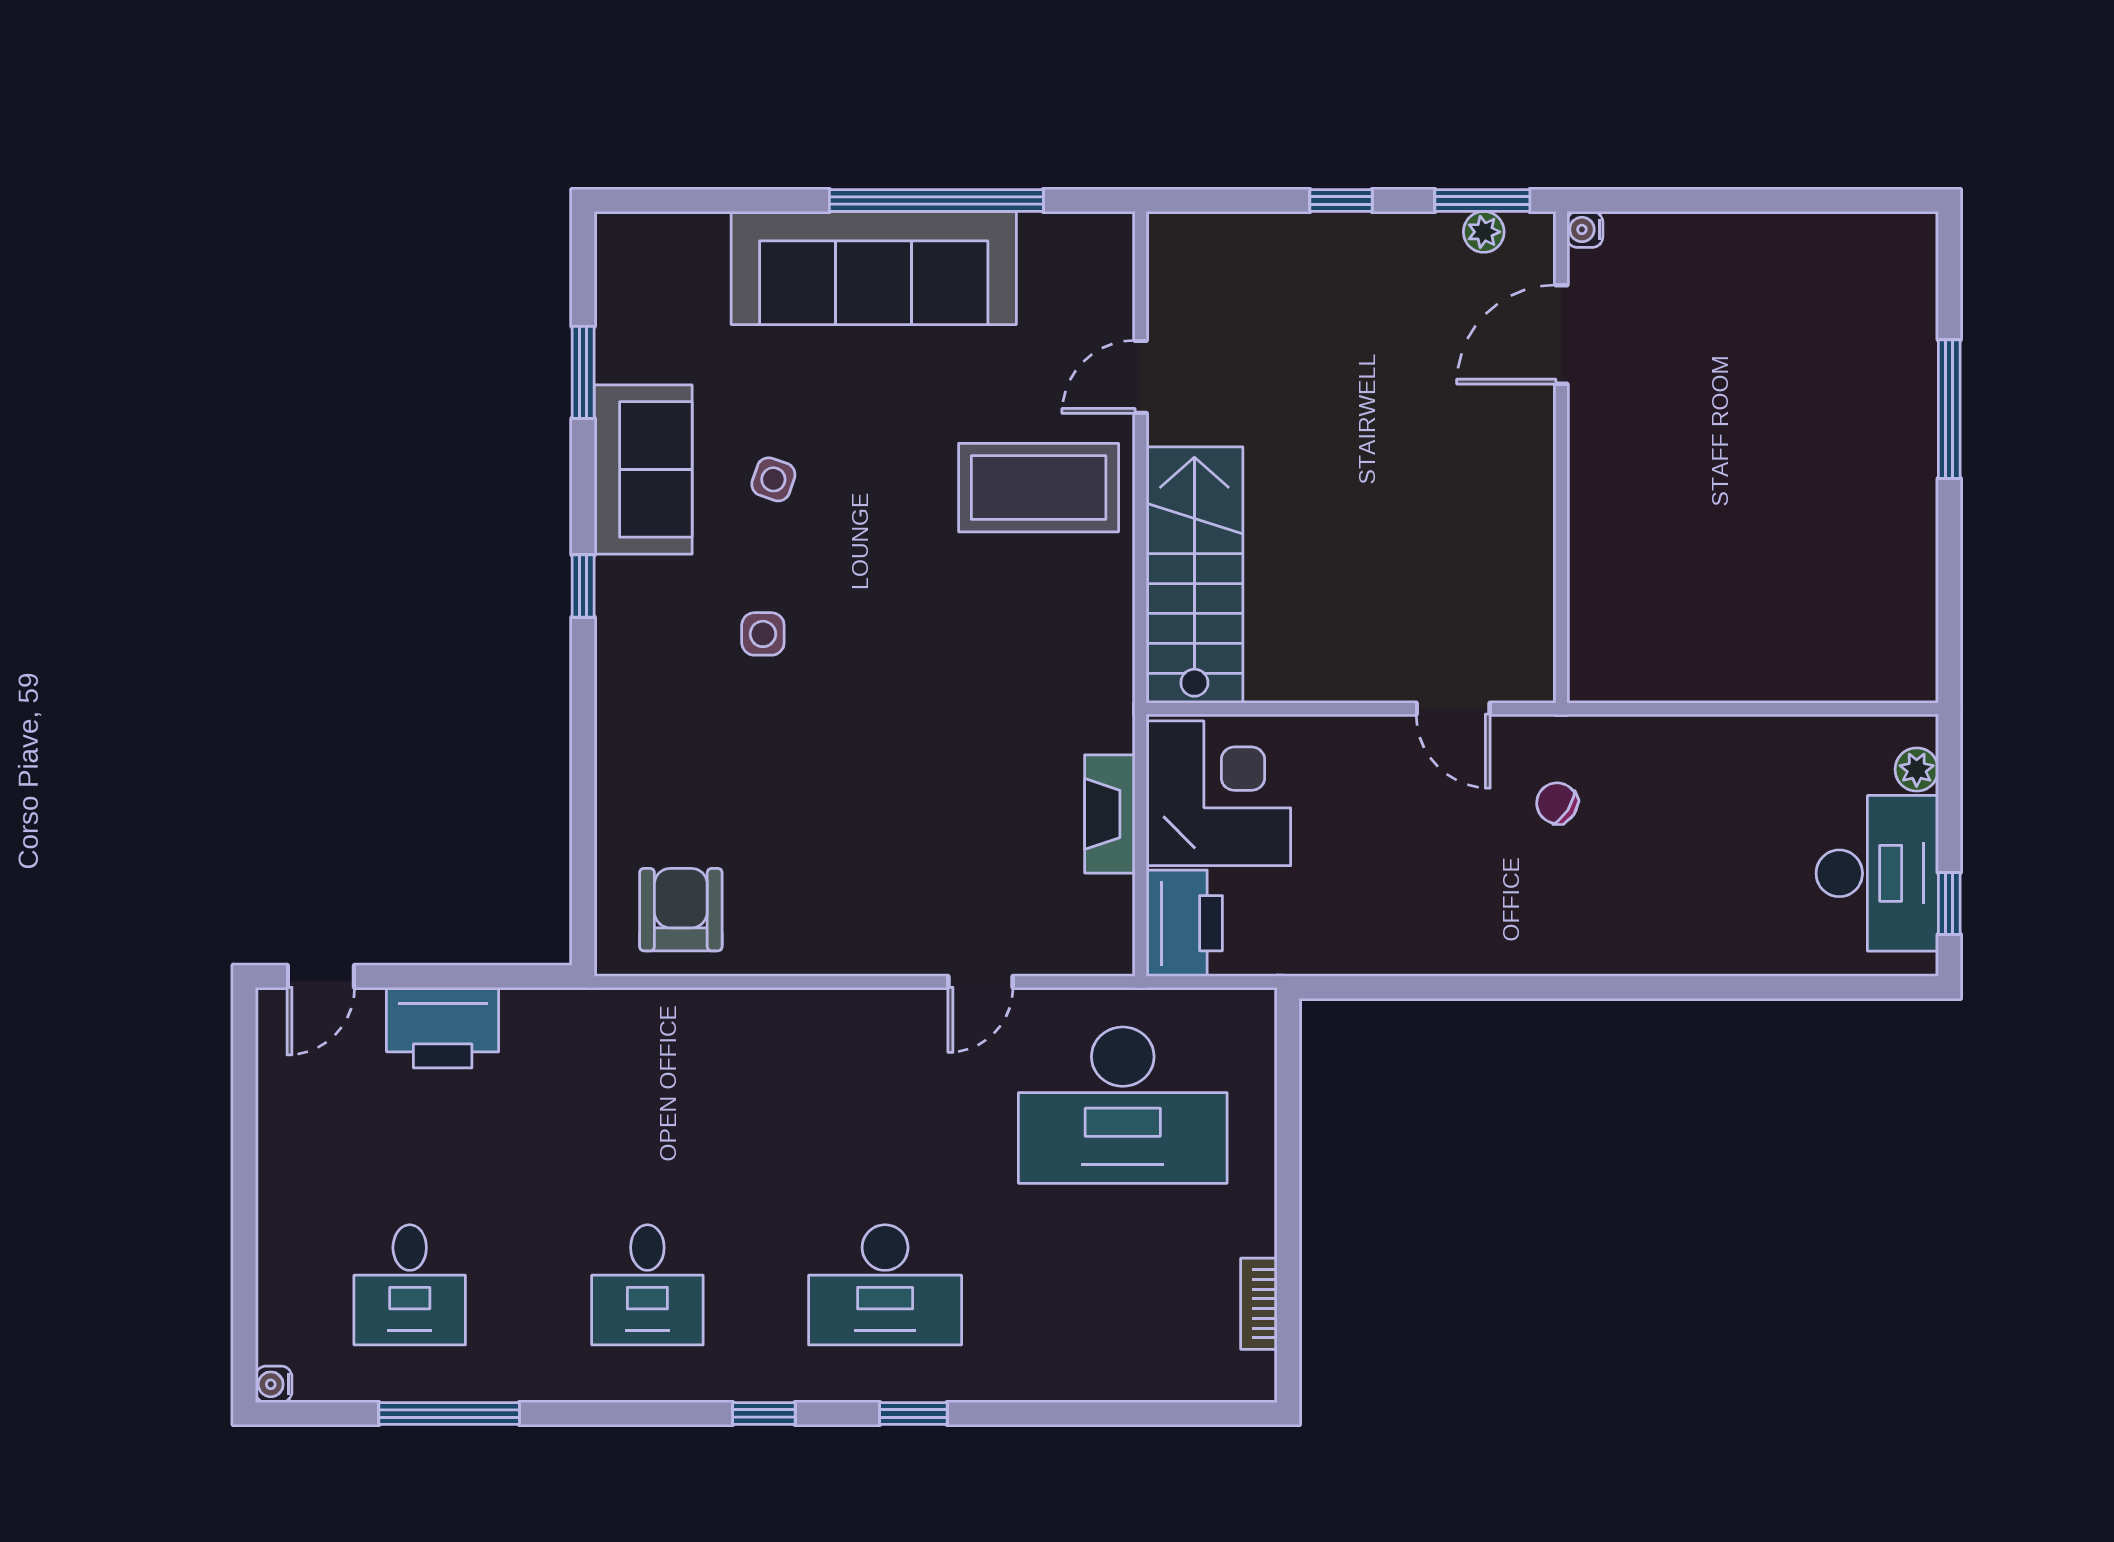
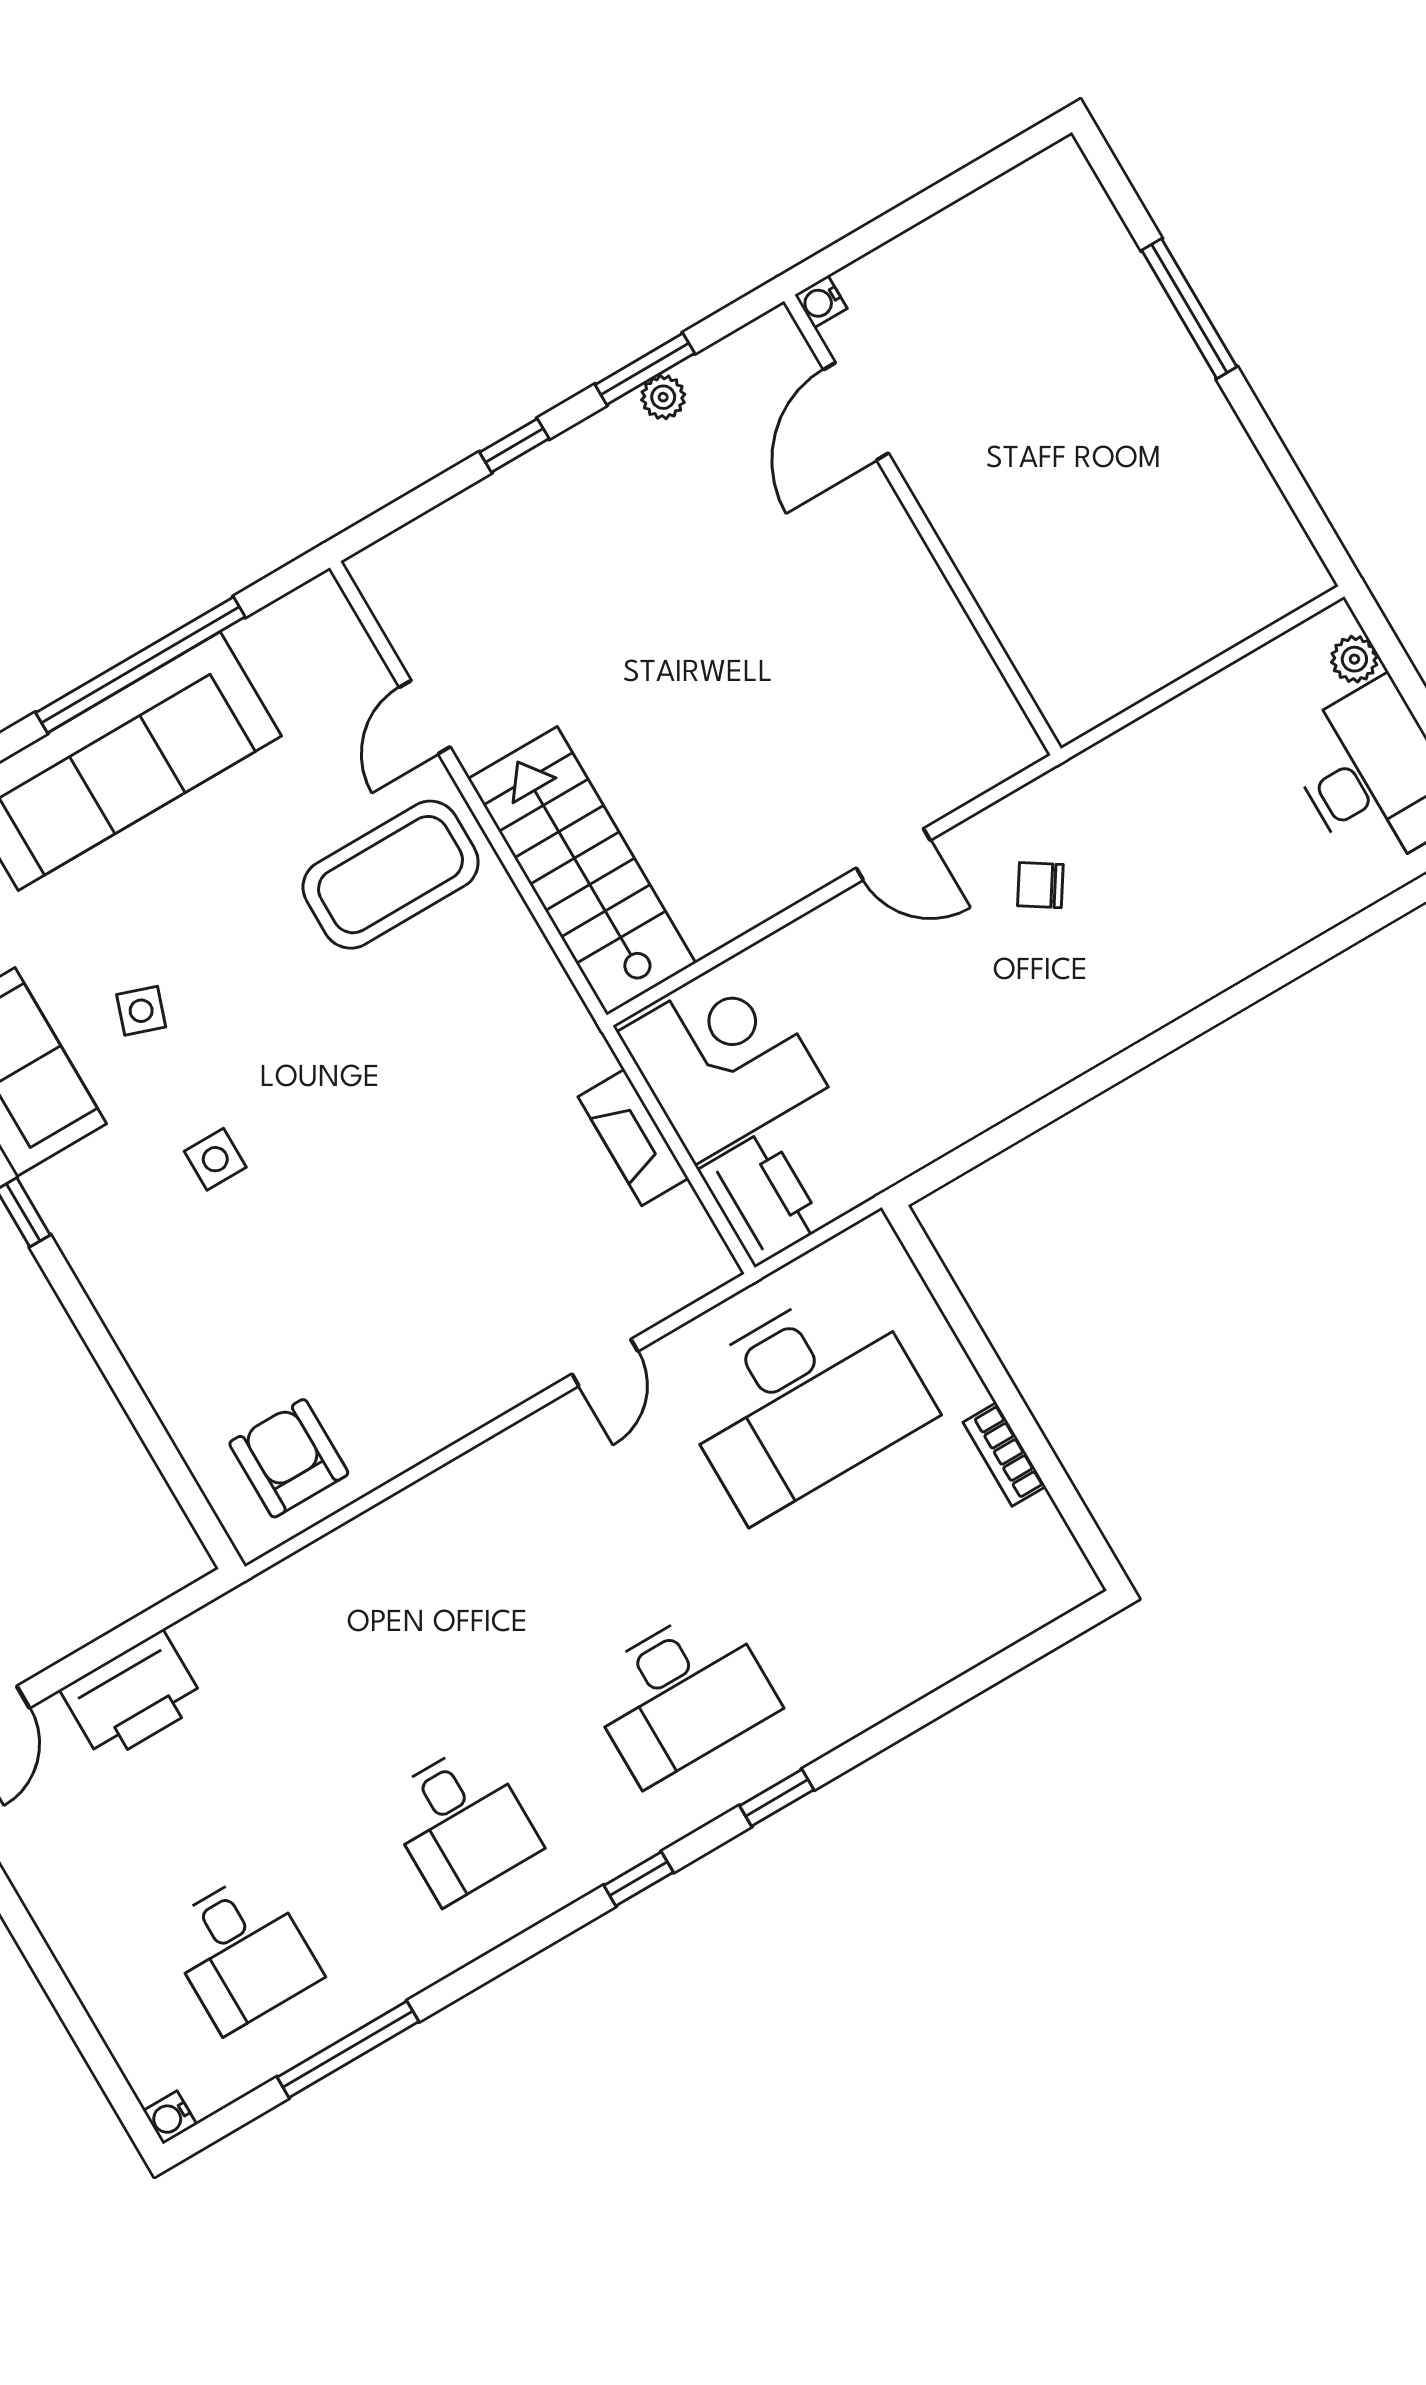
water cooler: (1585, 229) -> (821, 302), moved
door: (1561, 334) -> (856, 411), moved
wall: (1561, 457) -> (923, 525), moved
bookcase: (1259, 1304) -> (1004, 1454), moved

